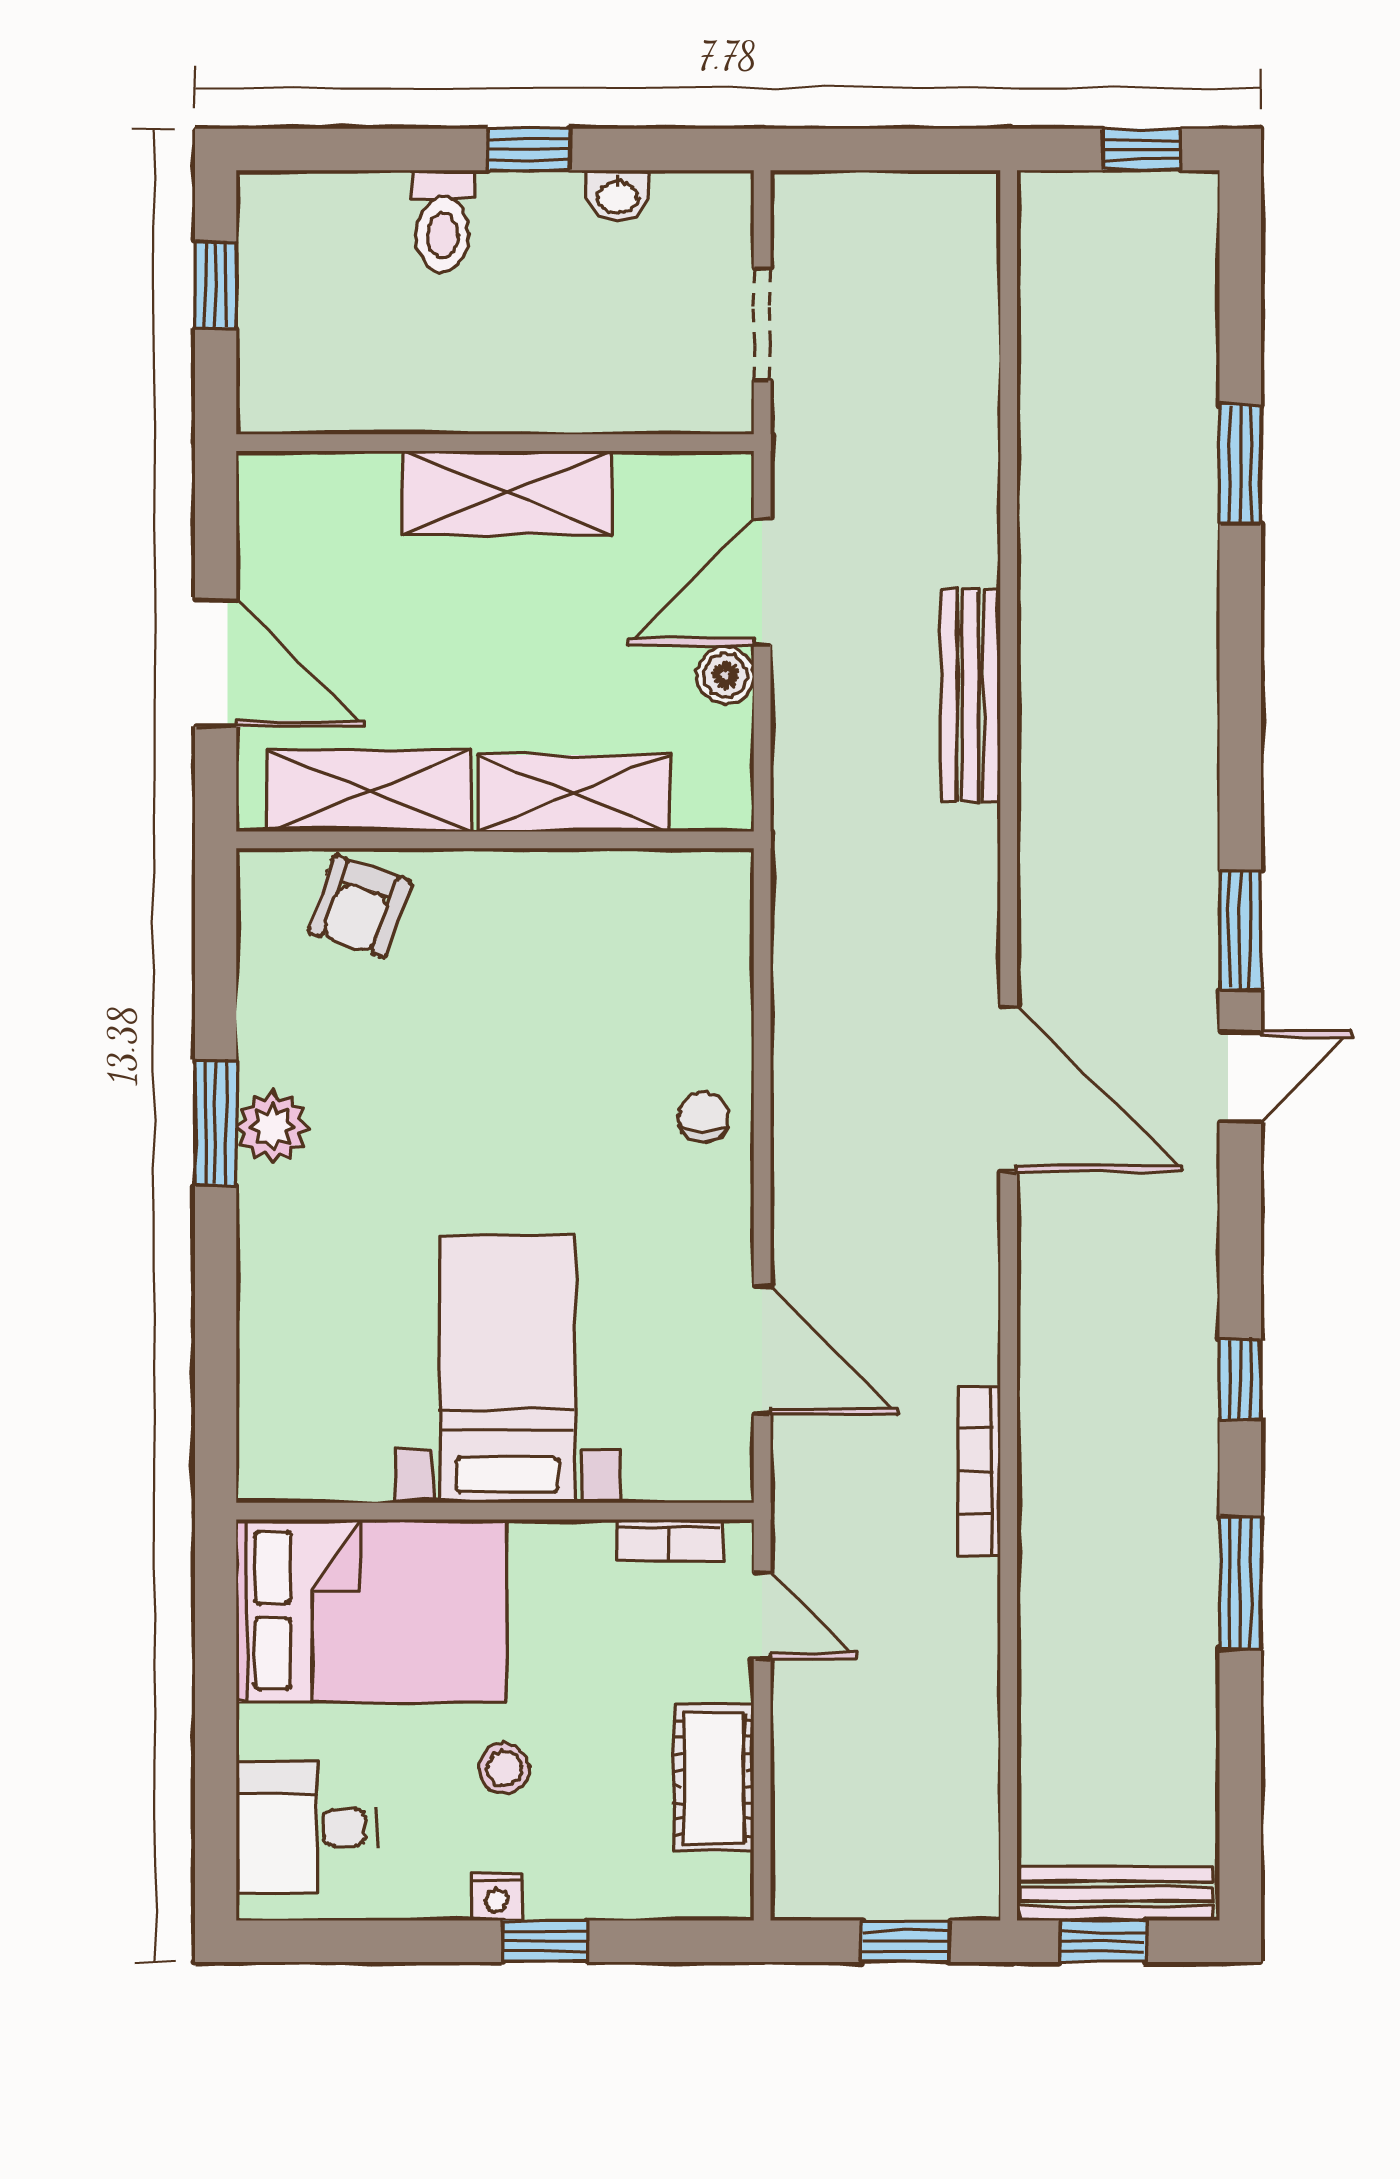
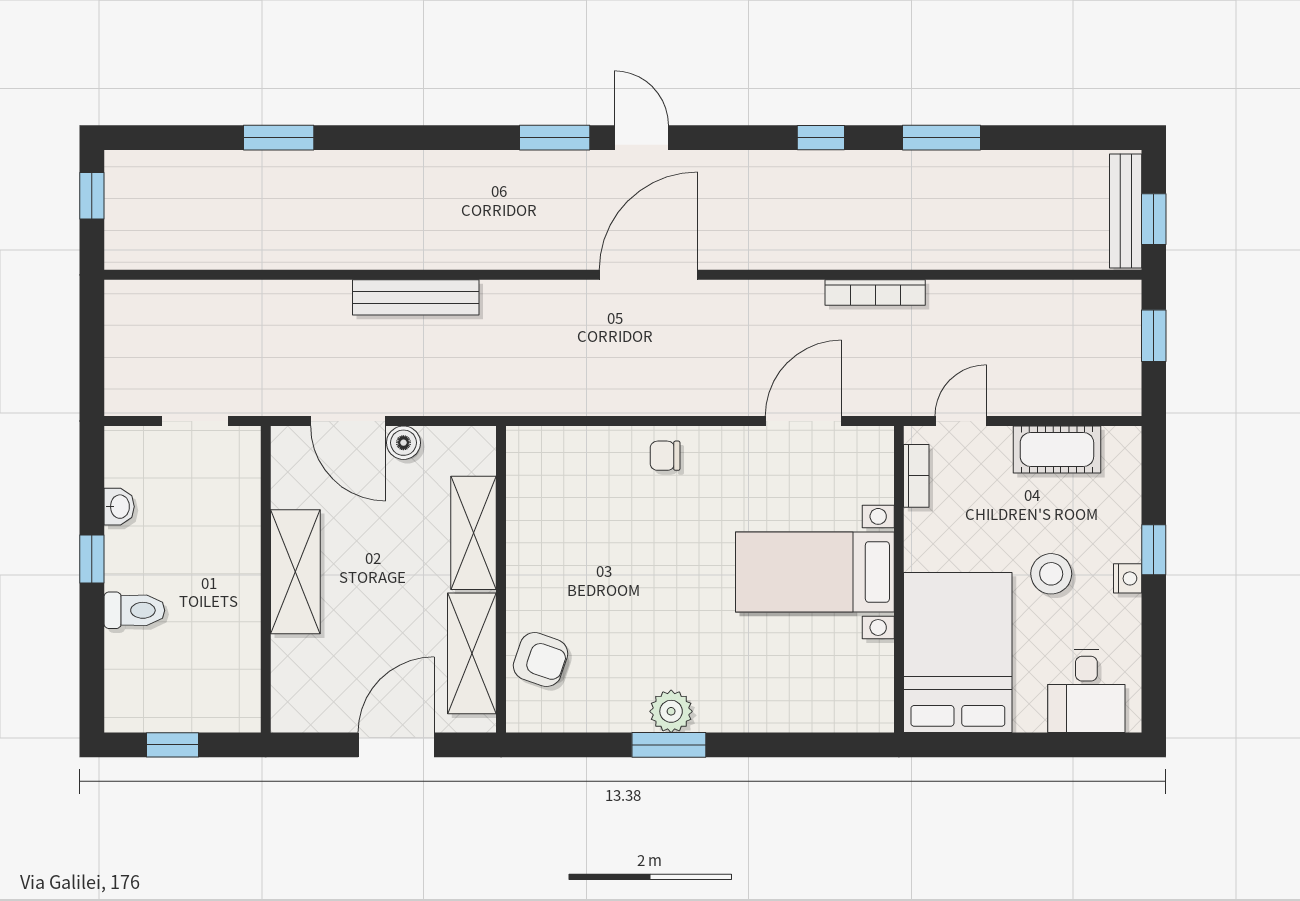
stool: (504, 1768) -> (1051, 574), width x1.37, depth x1.37

